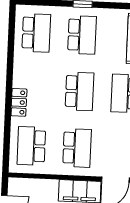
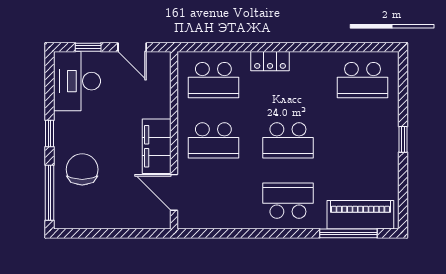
school desk: (82, 35) -> (363, 140), removed
school desk: (31, 146) -> (213, 80), turned 180

